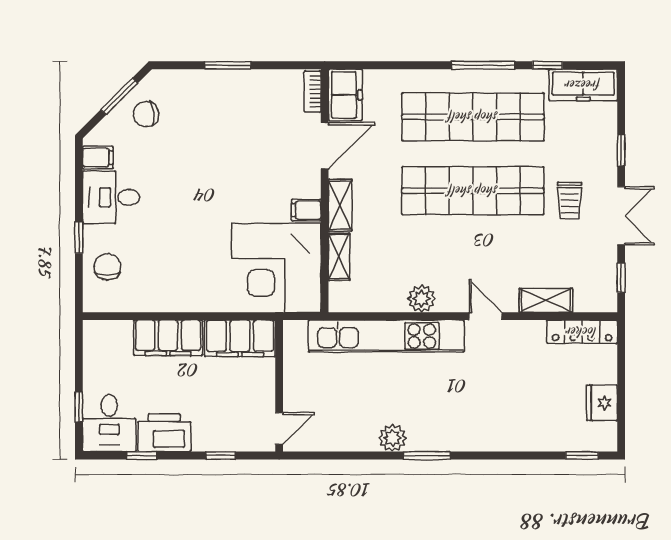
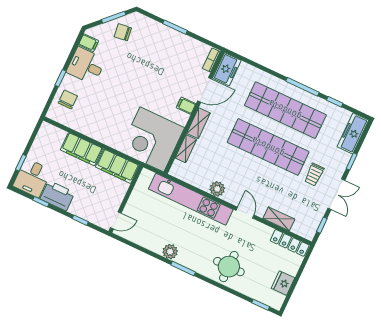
freezer: (583, 85) -> (353, 133), moved, turned 90
filing cabinet: (306, 210) -> (186, 106), moved
round table: (500, 417) -> (229, 267), added

